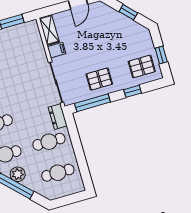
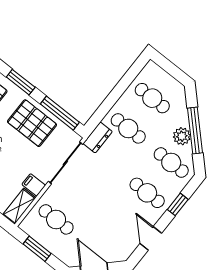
cafe table: (22, 49) -> (56, 219), added
pallet: (99, 79) -> (32, 123), width x1.50, depth x1.42
window: (133, 91) -> (21, 82), width x1.50

